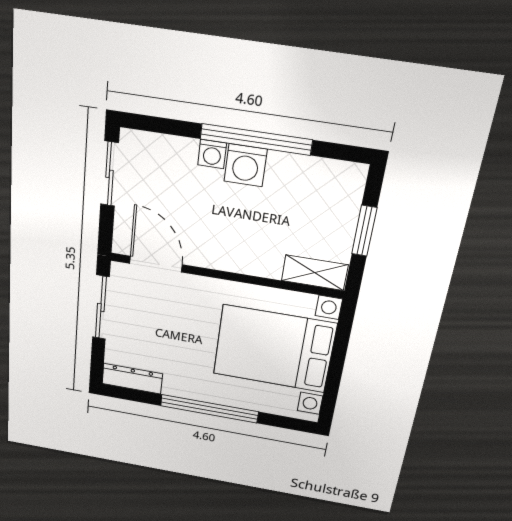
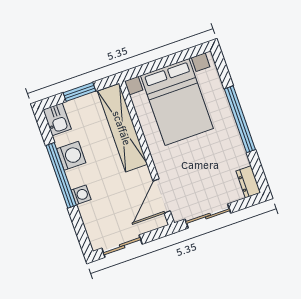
washing machine: (246, 165) -> (71, 156), moved
kitchen sink: (343, 178) -> (57, 119), added
shelving: (315, 273) -> (122, 128), width x2.20, depth x1.33
dresser: (132, 379) -> (248, 182), width x0.70

